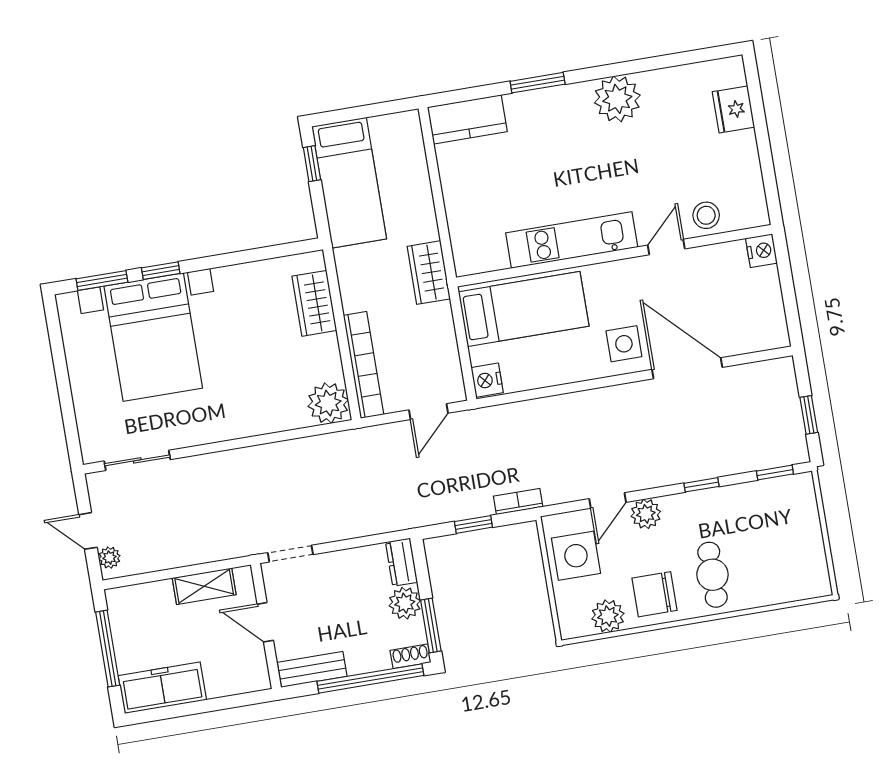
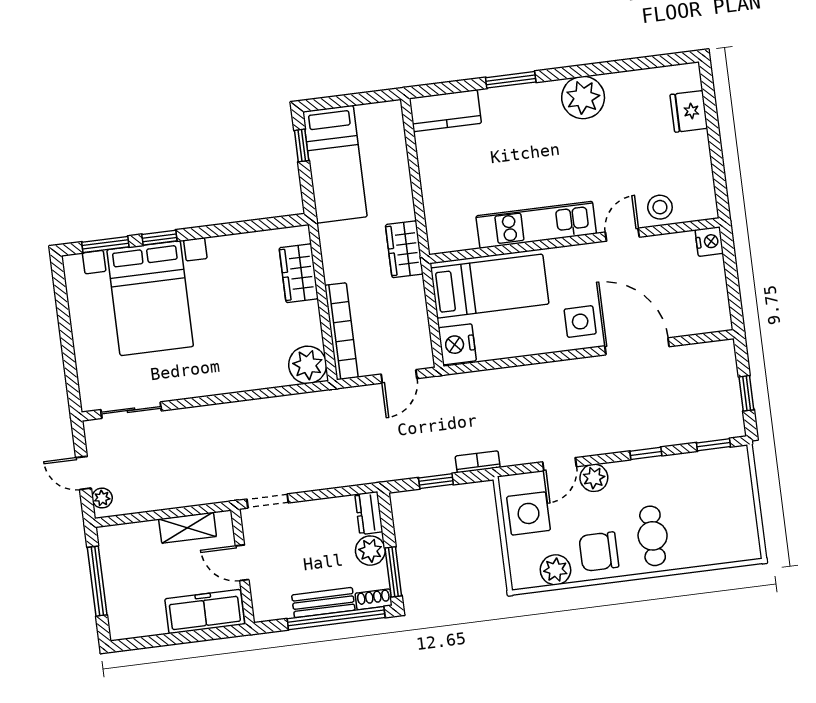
nightstand: (487, 380) -> (457, 344), width x1.36, depth x1.33
bench: (312, 669) -> (323, 603), moved
freezer: (162, 688) -> (205, 612), moved

